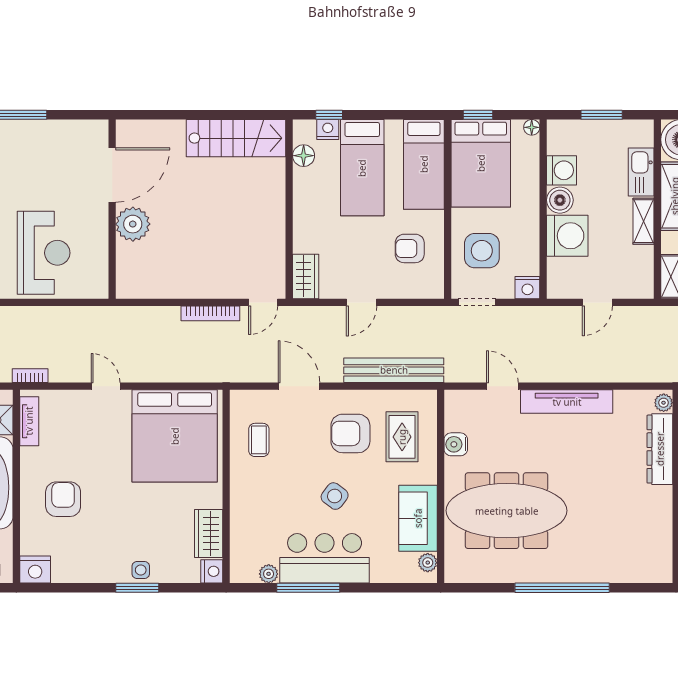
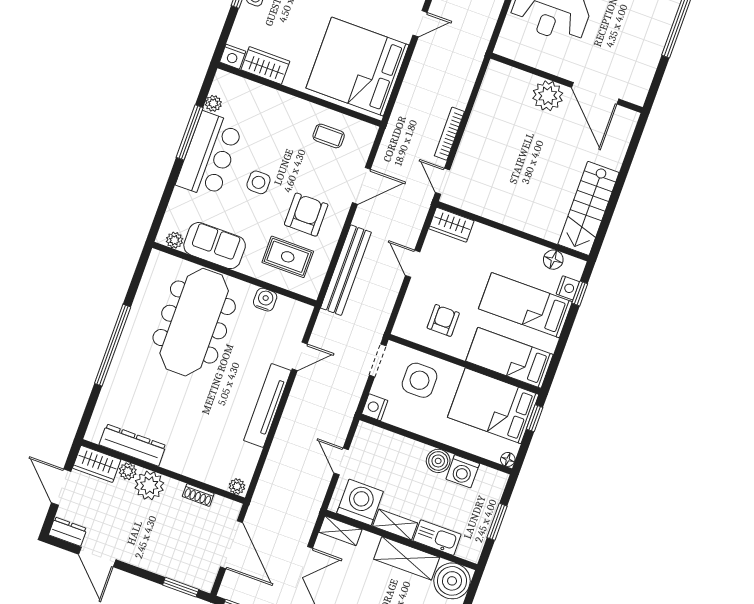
washing machine: (567, 236) -> (360, 502), moved, turned 180
dresser: (660, 449) -> (133, 445), moved
side table: (335, 496) -> (259, 182), turned -37

